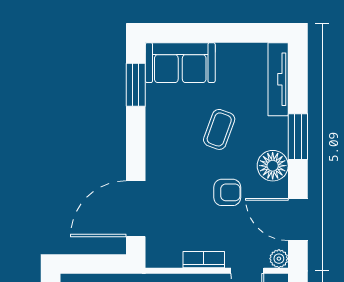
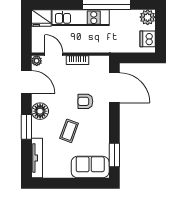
armchair: (227, 192) -> (85, 101), moved
door: (136, 209) -> (114, 88), hinge flipped

